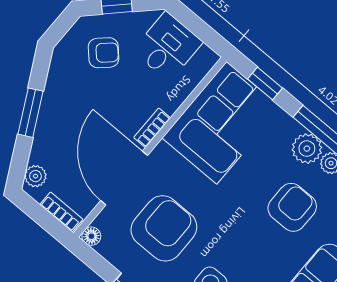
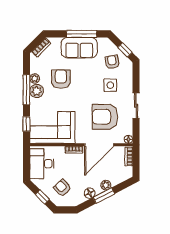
desk: (168, 46) -> (42, 164), width x1.37
floor lamp: (55, 92) -> (90, 193), added
plant: (35, 176) -> (106, 185), moved
armchair: (292, 207) -> (61, 79), turned 90

